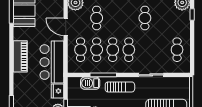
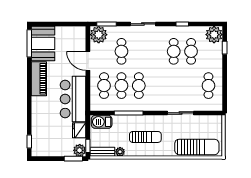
cafe table: (129, 50) -> (191, 51), moved
piano: (20, 56) -> (39, 79), moved
barbecue: (90, 83) -> (102, 122), moved
sun lounger: (120, 87) -> (145, 137), moved

